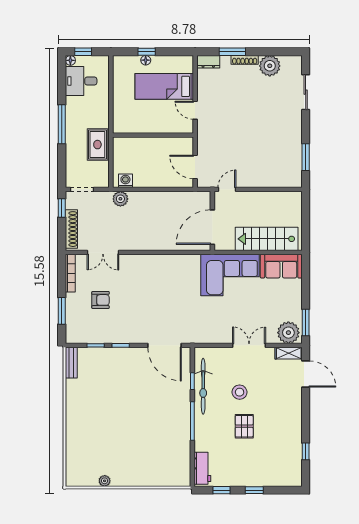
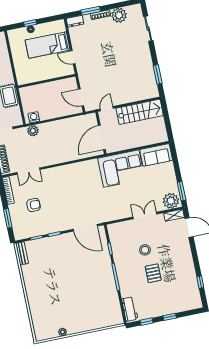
stairs: (267, 239) -> (140, 112), moved, turned 180
bicycle: (203, 386) -> (118, 251), removed

